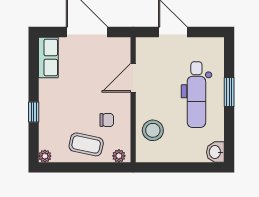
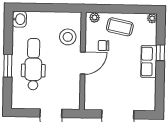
row of seats: (48, 57) -> (149, 61), moved
door: (133, 78) -> (83, 63), moved

